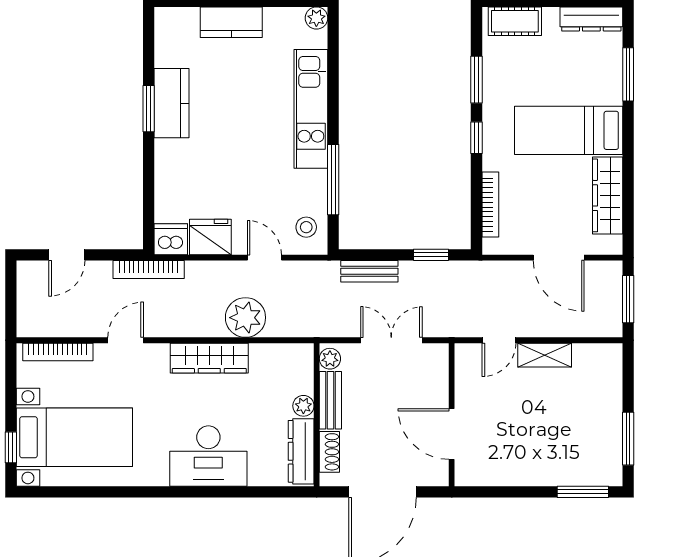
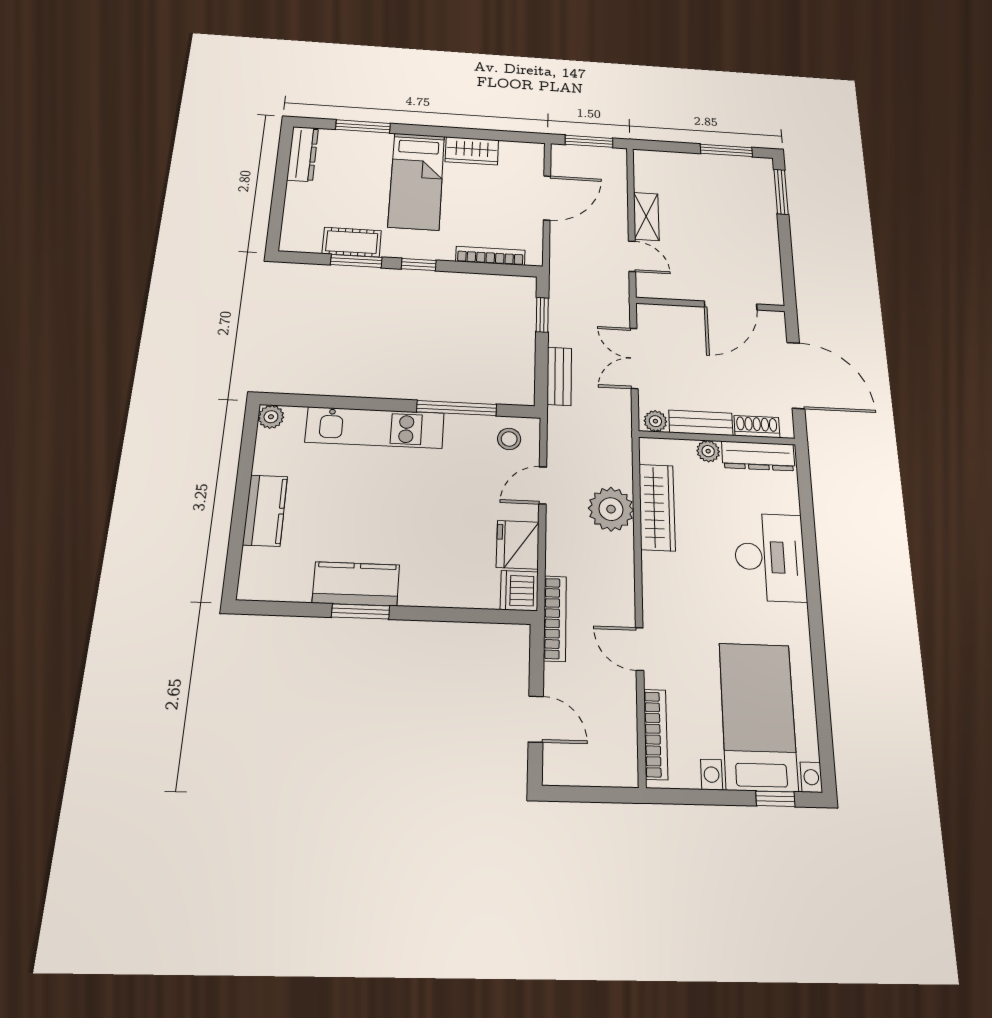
cot: (515, 21) -> (352, 242), moved, turned 90
wardrobe: (608, 195) -> (472, 151), width x0.67
wardrobe: (209, 358) -> (657, 507), moved

